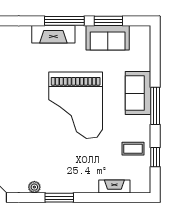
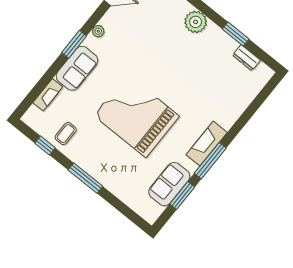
sofa: (138, 93) -> (77, 68), moved, turned 90

